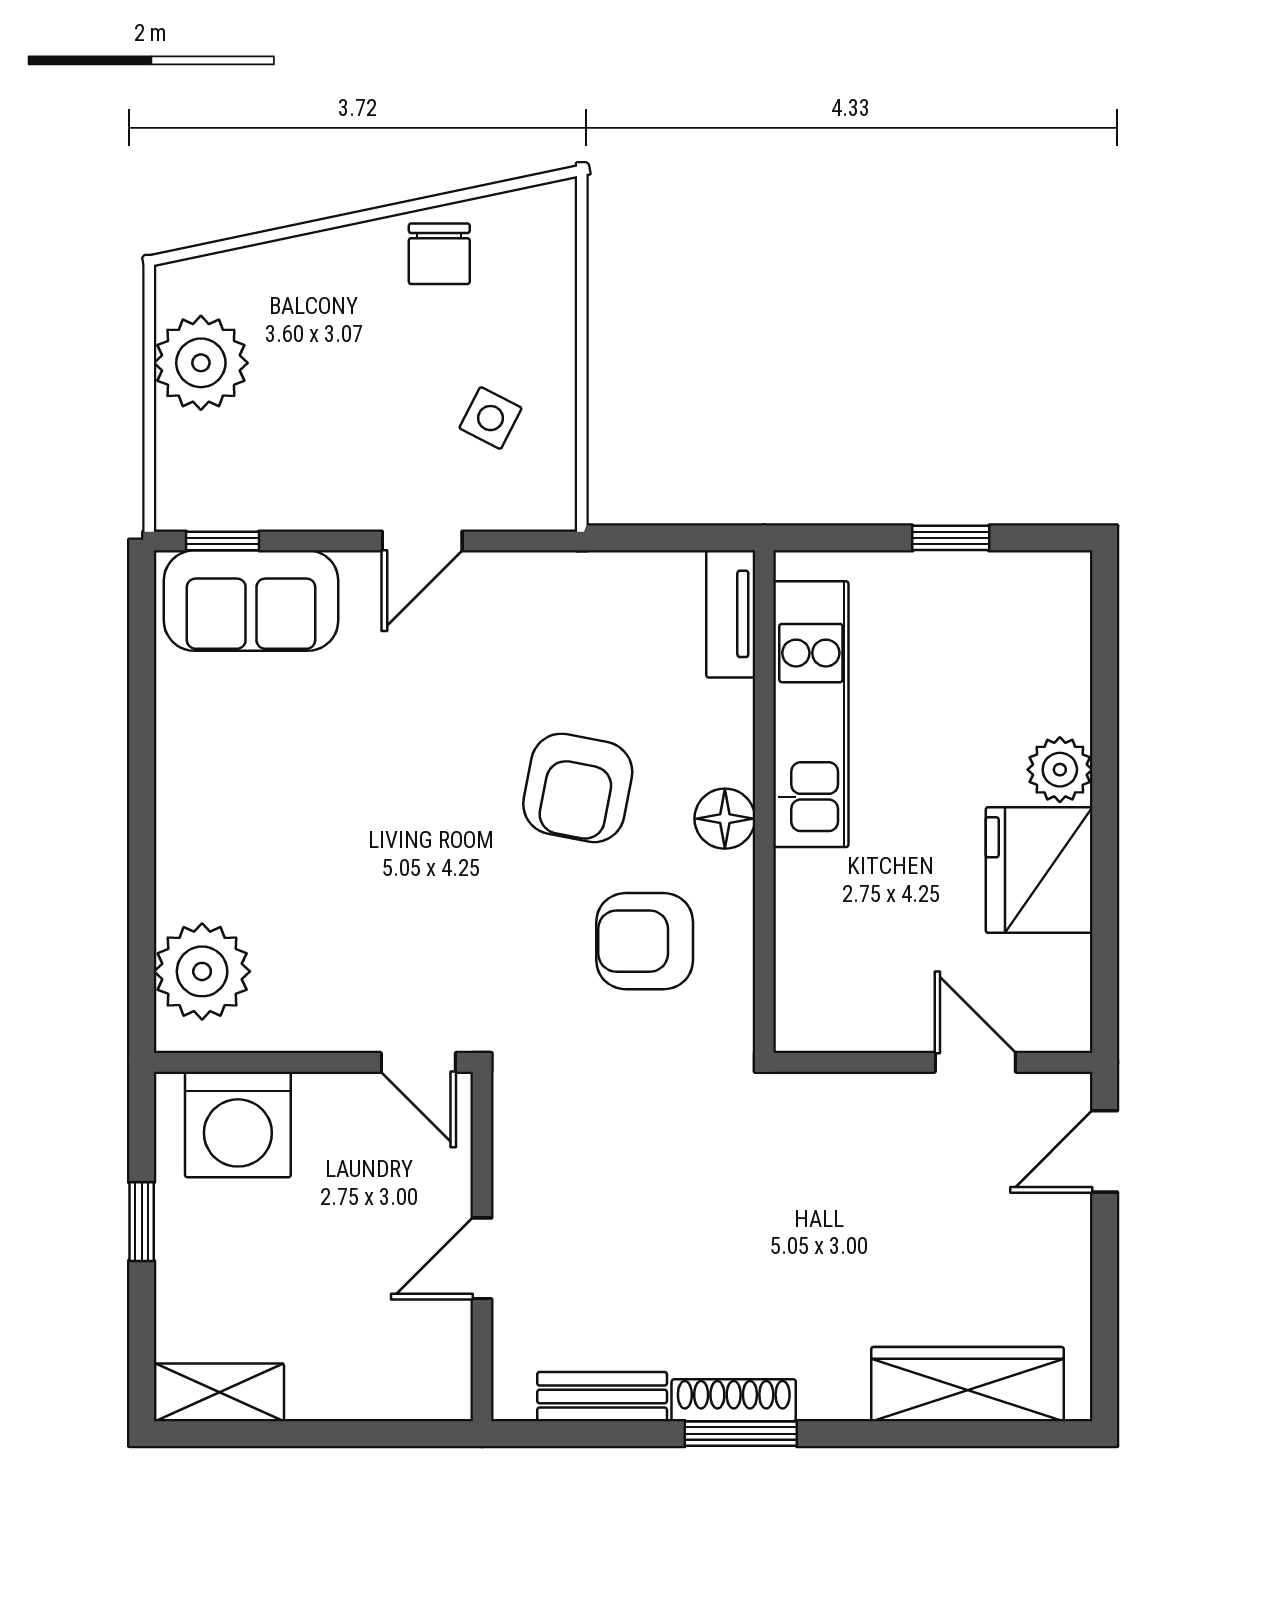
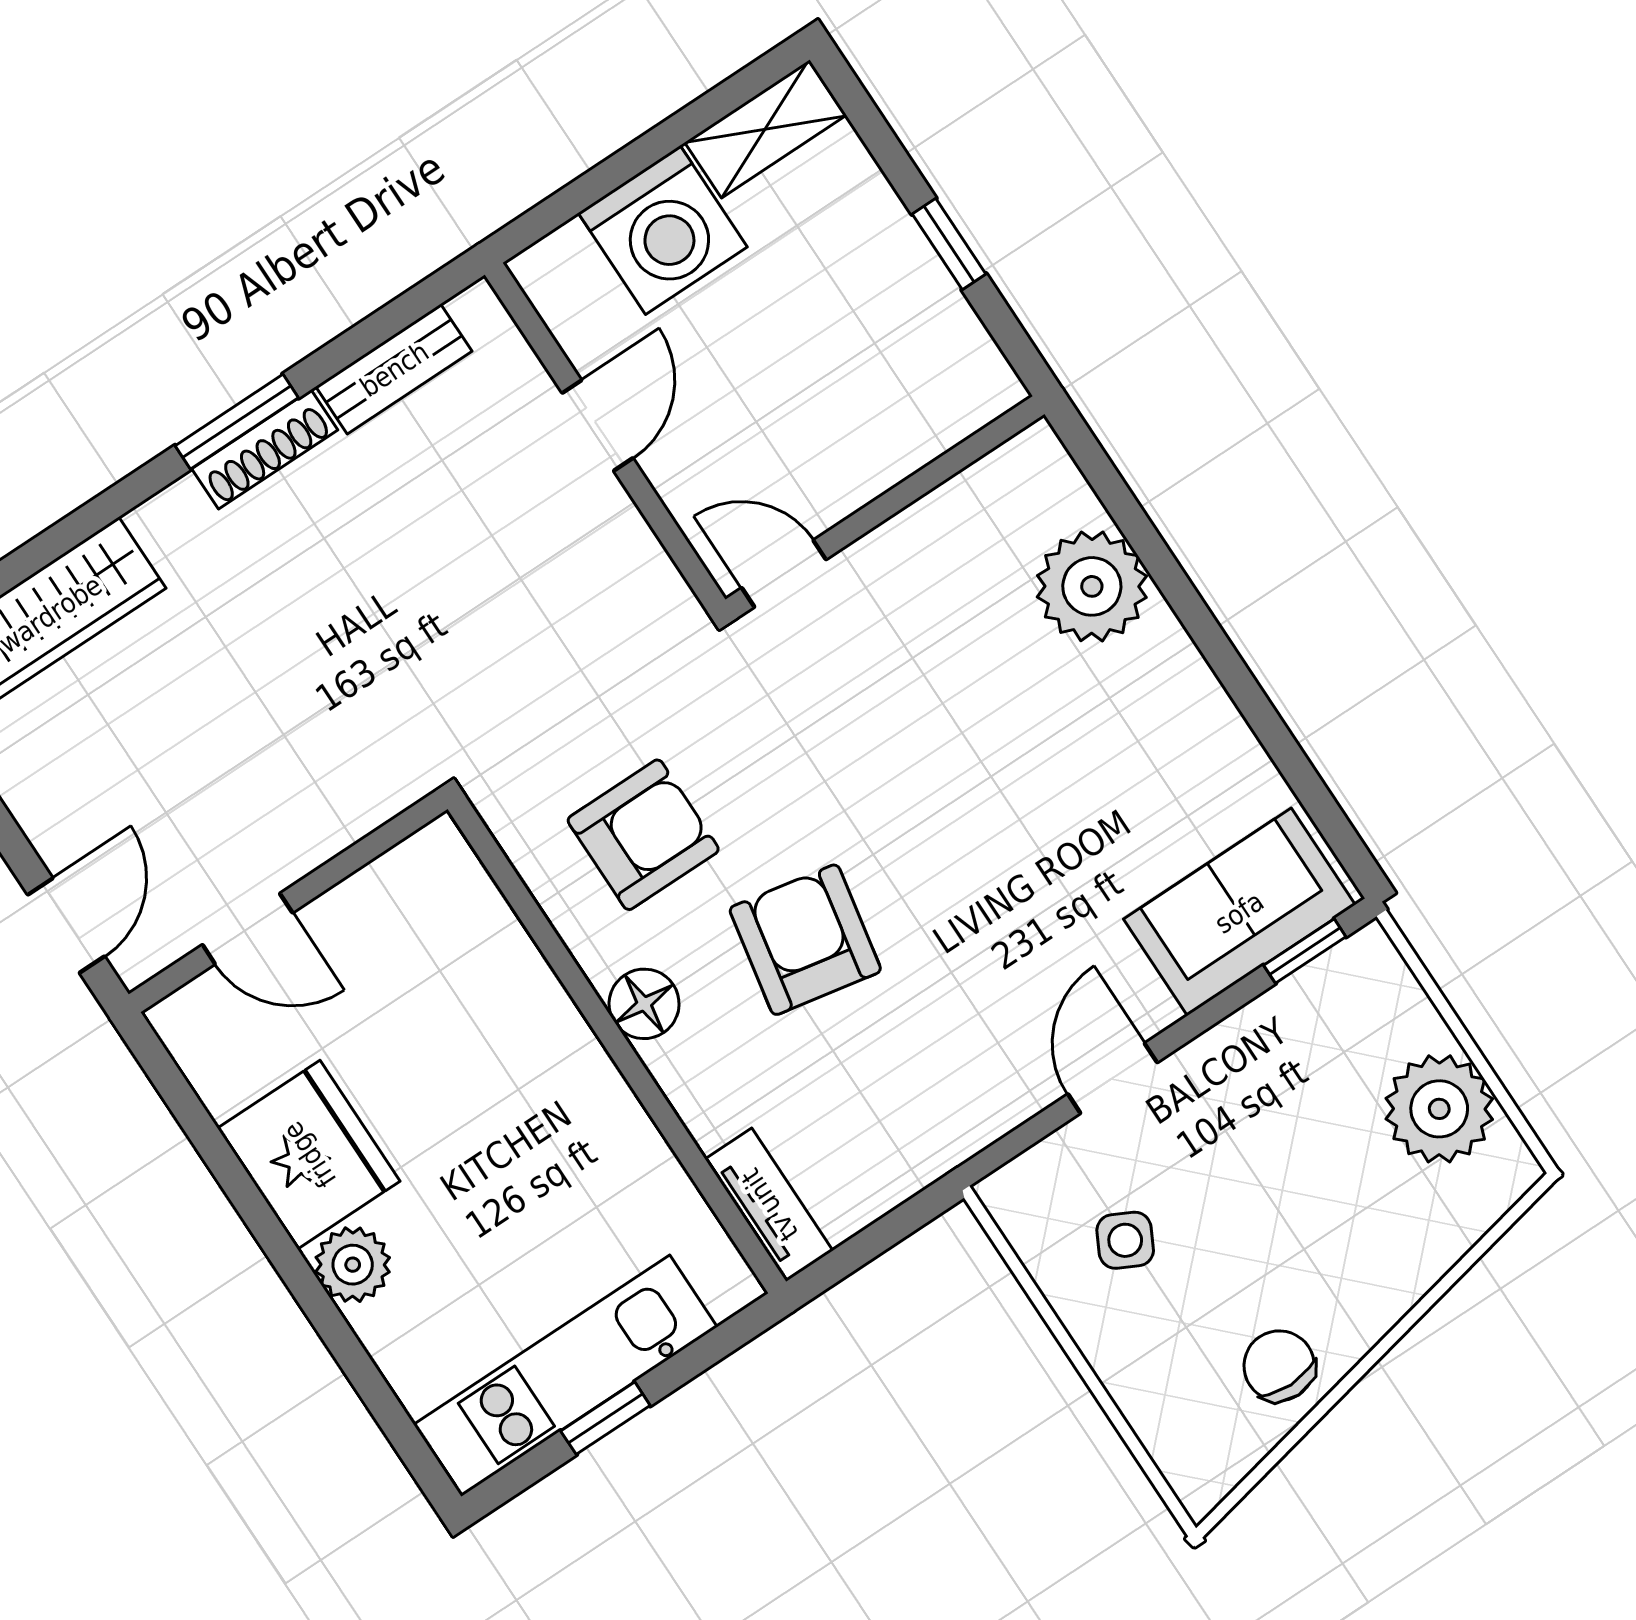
kitchen unit: (811, 714) -> (565, 1376), moved, turned 90
plant: (202, 971) -> (1092, 586), moved
washing machine: (238, 1124) -> (663, 230), moved, turned 180

